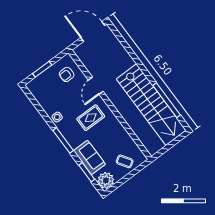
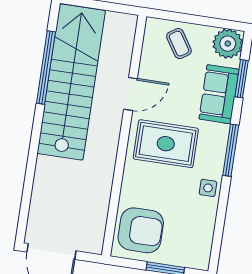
armchair: (67, 74) -> (141, 230), width x1.88, depth x1.88
door: (96, 86) -> (131, 94), moved
rug: (91, 118) -> (166, 144), width x1.36, depth x1.43

